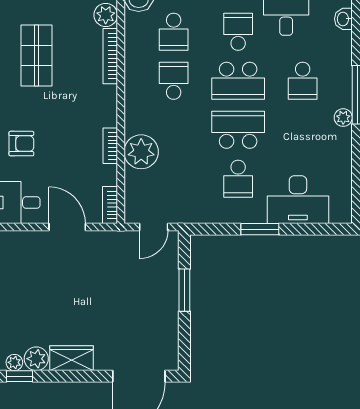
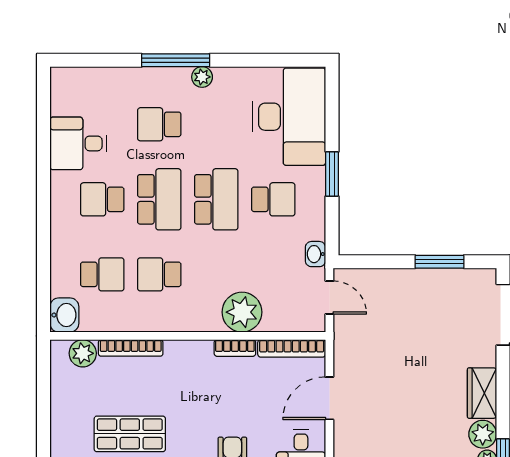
washbasin: (343, 19) -> (315, 254), moved, turned 90
school desk: (303, 81) -> (159, 124), turned 180
school desk: (238, 130) -> (216, 199), turned 180
desk: (298, 200) -> (289, 117), width x1.36, depth x1.30
bookcase: (110, 205) -> (292, 348), width x1.56
window: (184, 290) -> (440, 262), moved

